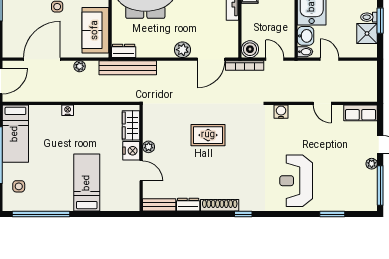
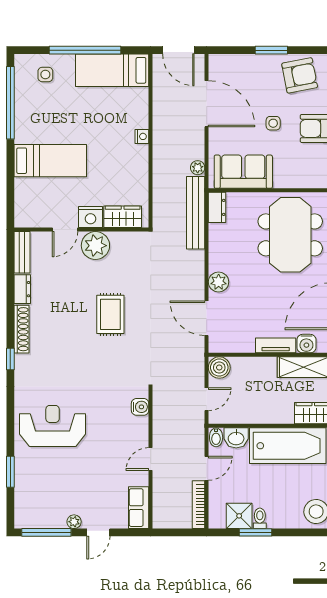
bookcase: (245, 65) -> (199, 505), moved
plant: (80, 66) -> (198, 168), moved
plant: (149, 147) -> (95, 246), width x1.88, depth x1.88

